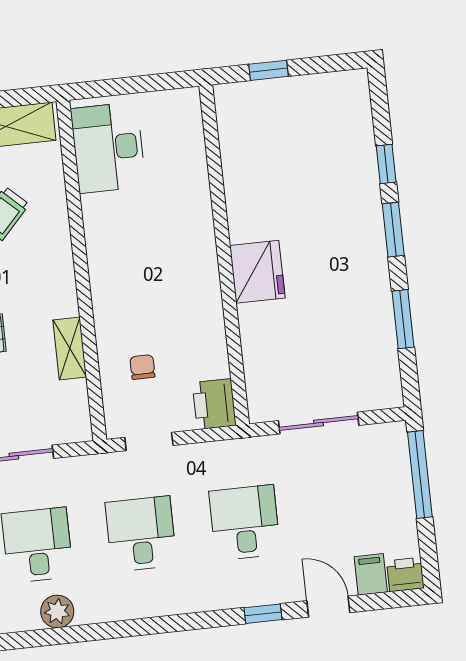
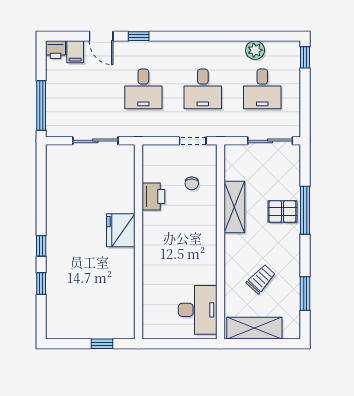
window: (393, 230) -> (41, 246), width x0.67
window: (403, 319) -> (41, 194), removed
shelving: (70, 349) -> (234, 207), width x1.50, depth x1.33
printer: (214, 404) -> (153, 196), moved

